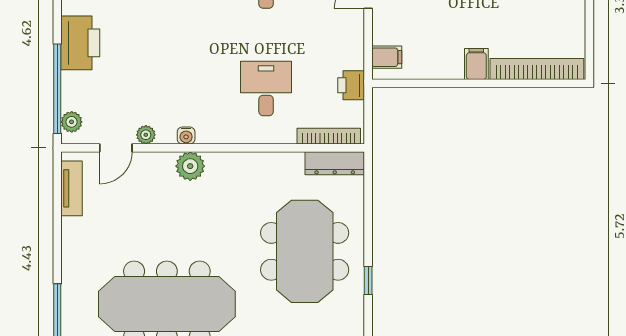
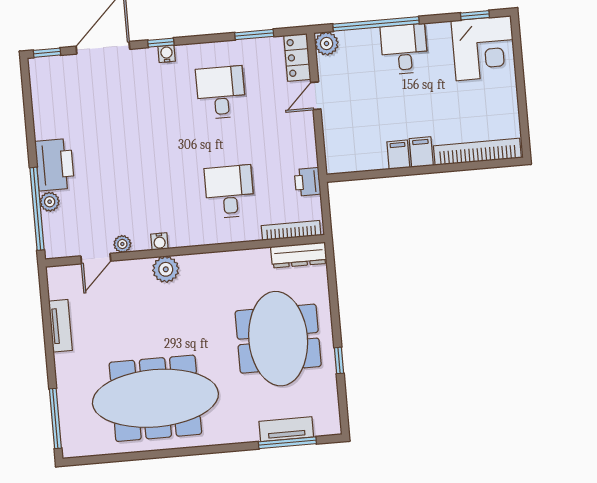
filing cabinet: (387, 57) -> (398, 155), moved, turned -90
plant: (72, 122) -> (50, 202), moved
tv unit: (72, 188) -> (60, 326), moved

